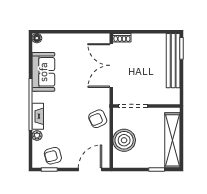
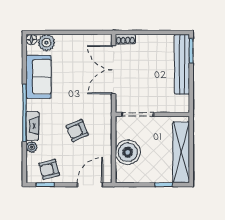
plant: (50, 41) -> (46, 43), added
armchair: (98, 119) -> (77, 130), moved

